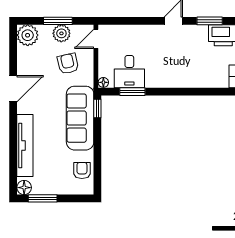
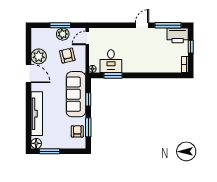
window: (210, 21) -> (168, 25), width x1.44
plant: (28, 35) -> (39, 56), moved
door: (13, 89) -> (28, 73), hinge flipped
window: (97, 108) -> (88, 99), moved
window: (97, 165) -> (88, 127), added

